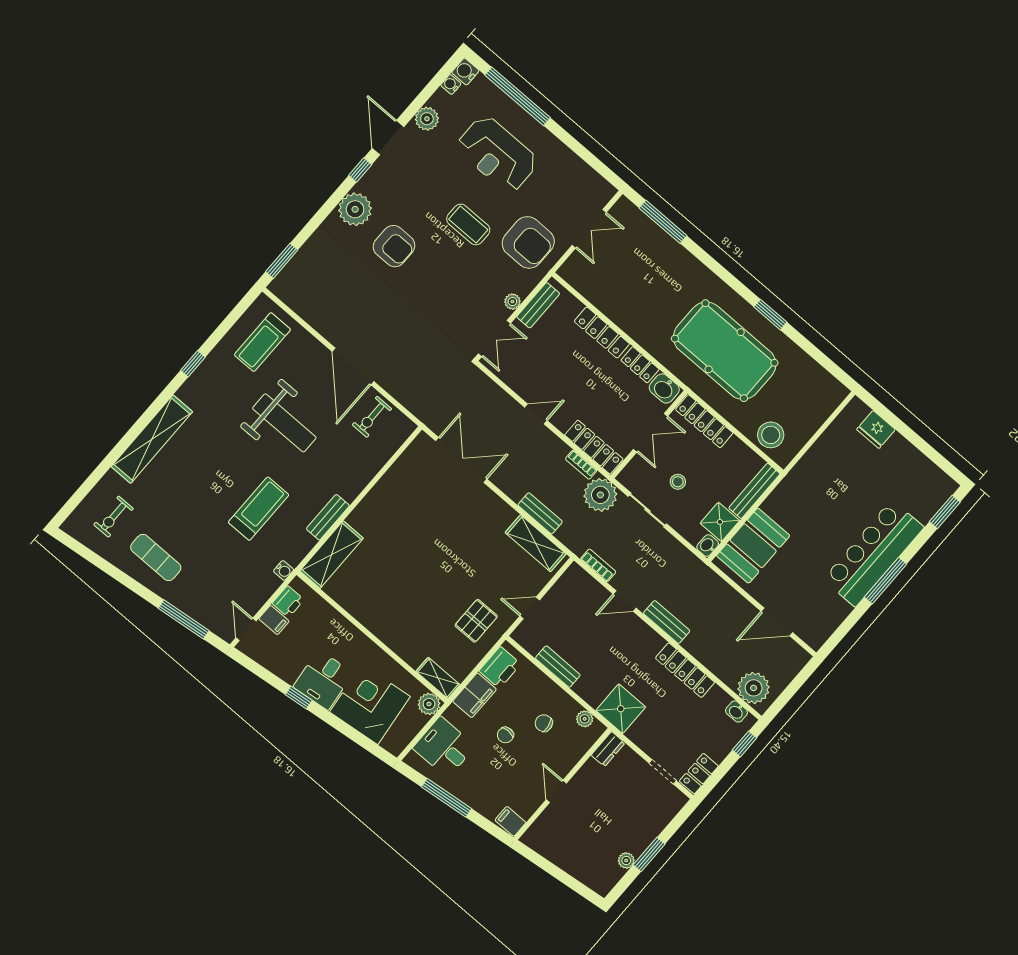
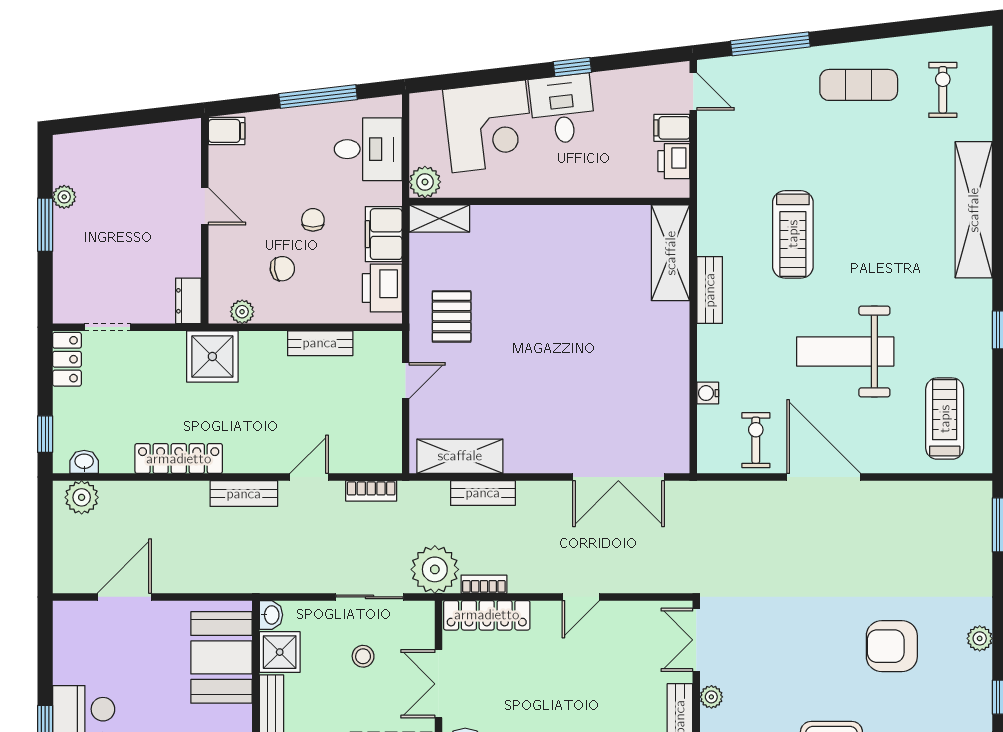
plant: (355, 209) -> (980, 638), width x0.53, depth x0.53
water cooler: (284, 571) -> (708, 393), moved
plant: (754, 688) -> (82, 497), width x0.73, depth x0.73

